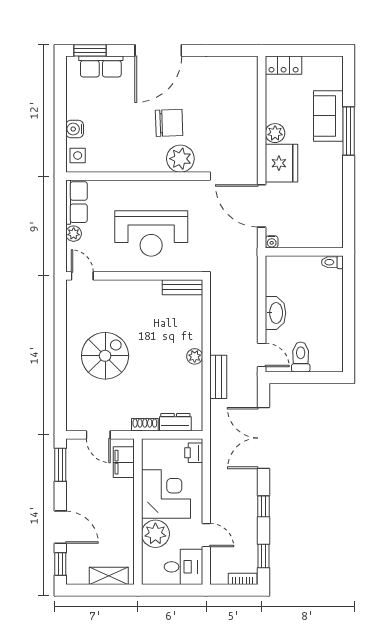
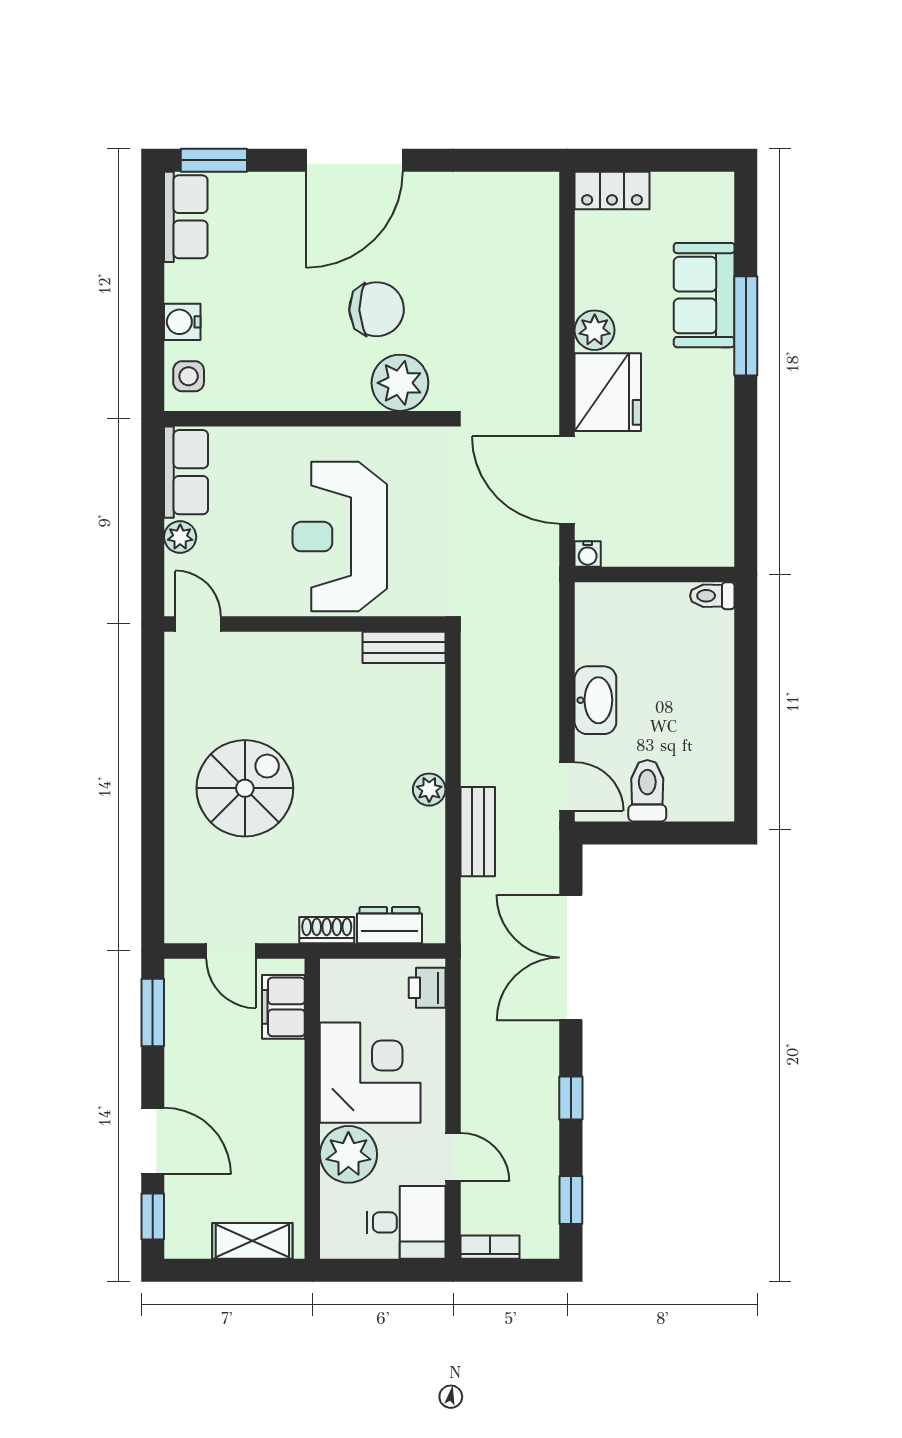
row of seats: (101, 66) -> (186, 217), moved, turned -90
reception desk: (151, 233) -> (340, 537), turned 90
bookcase: (243, 579) -> (490, 1247), moved

